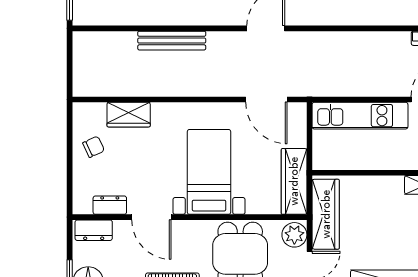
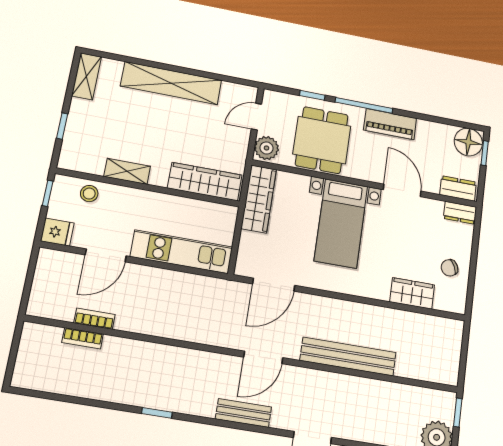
bench: (172, 41) -> (348, 357), width x1.37, depth x1.21
door: (266, 99) -> (274, 285), swing flipped
dresser: (110, 205) -> (460, 213), moved
wardrobe: (326, 214) -> (205, 182), moved, turned 90

